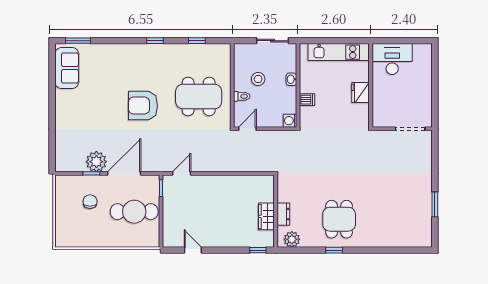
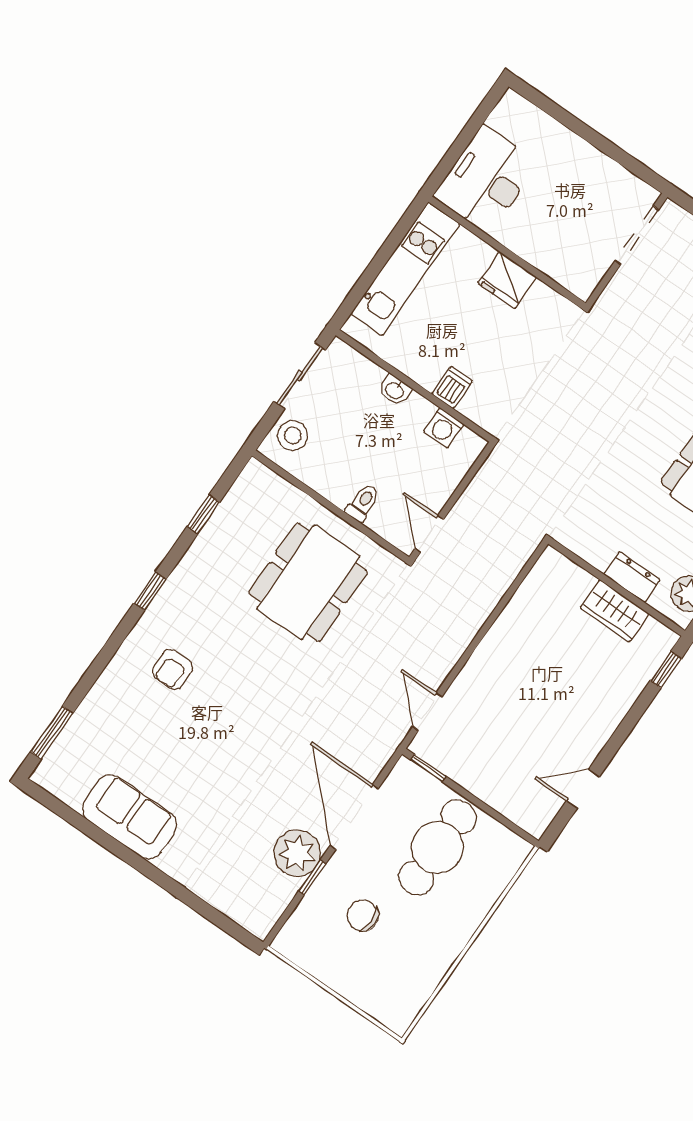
sofa: (67, 68) -> (129, 817), moved
stool: (258, 79) -> (293, 436), moved
armchair: (143, 106) -> (172, 669), moved, width x0.53, depth x0.53
washing machine: (290, 121) -> (443, 428), moved

